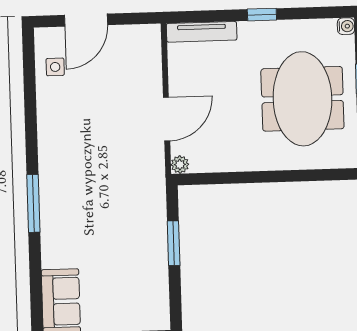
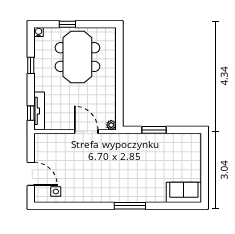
window: (262, 15) -> (31, 65), moved
window: (197, 17) -> (31, 113), added
meeting table: (302, 99) -> (77, 57), turned 90

